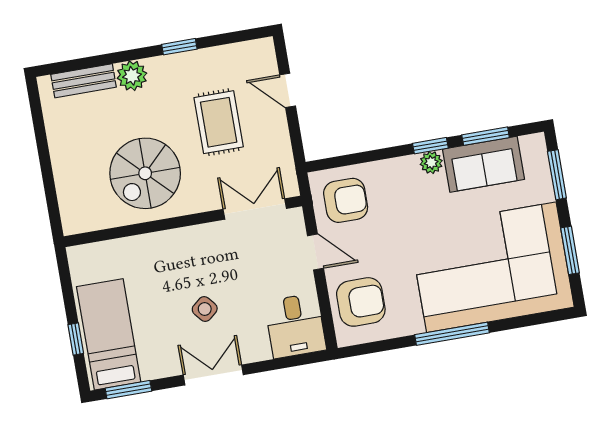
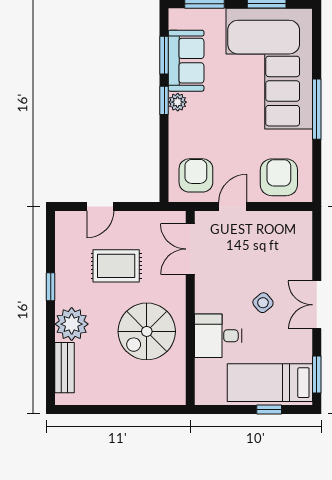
plant: (132, 76) -> (72, 324), width x1.36, depth x1.36
spiral stairs: (145, 173) -> (147, 331), turned 90
desk: (295, 326) -> (218, 336), moved, turned 180

